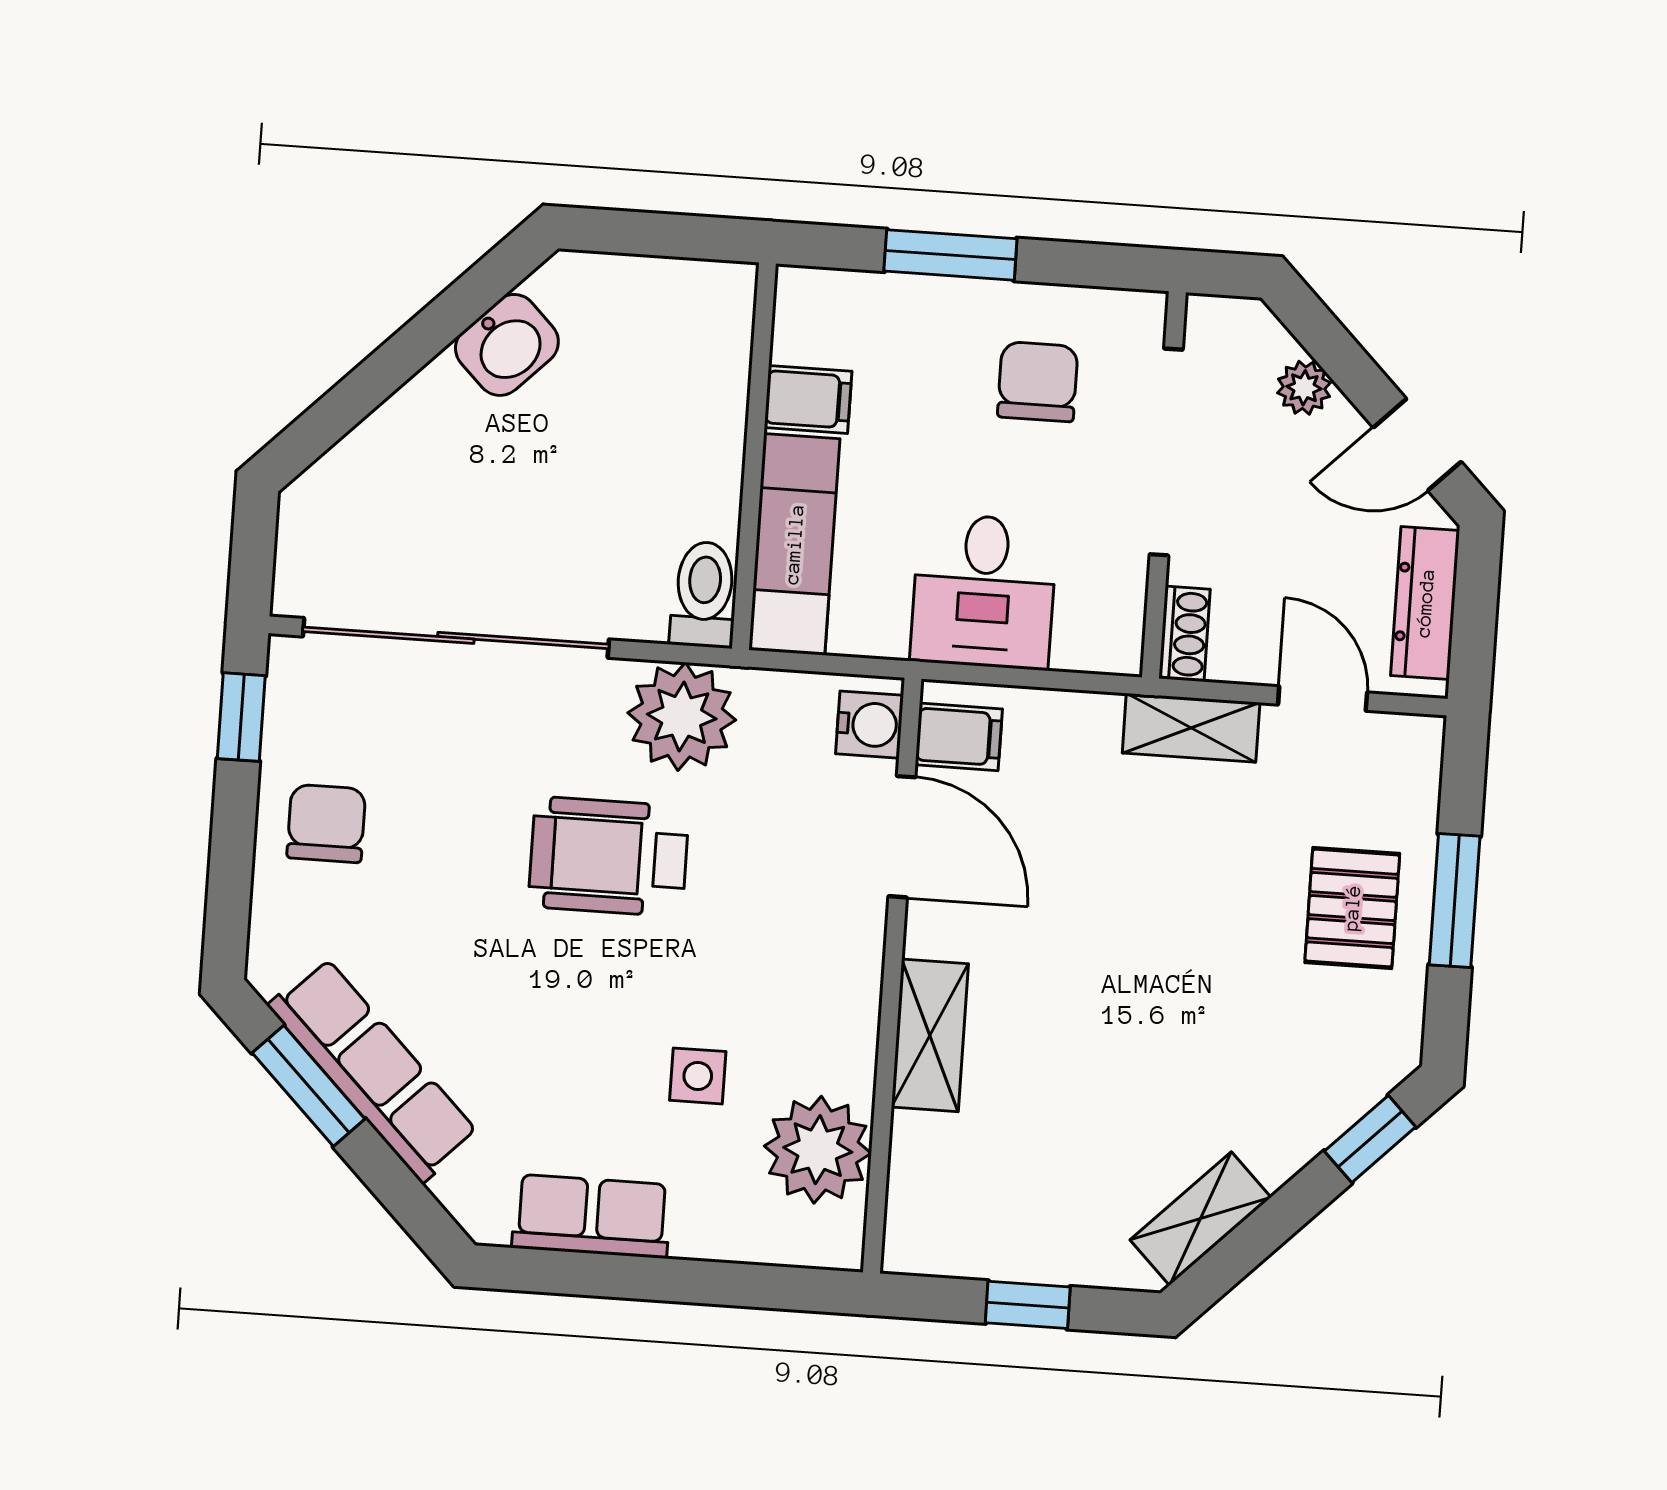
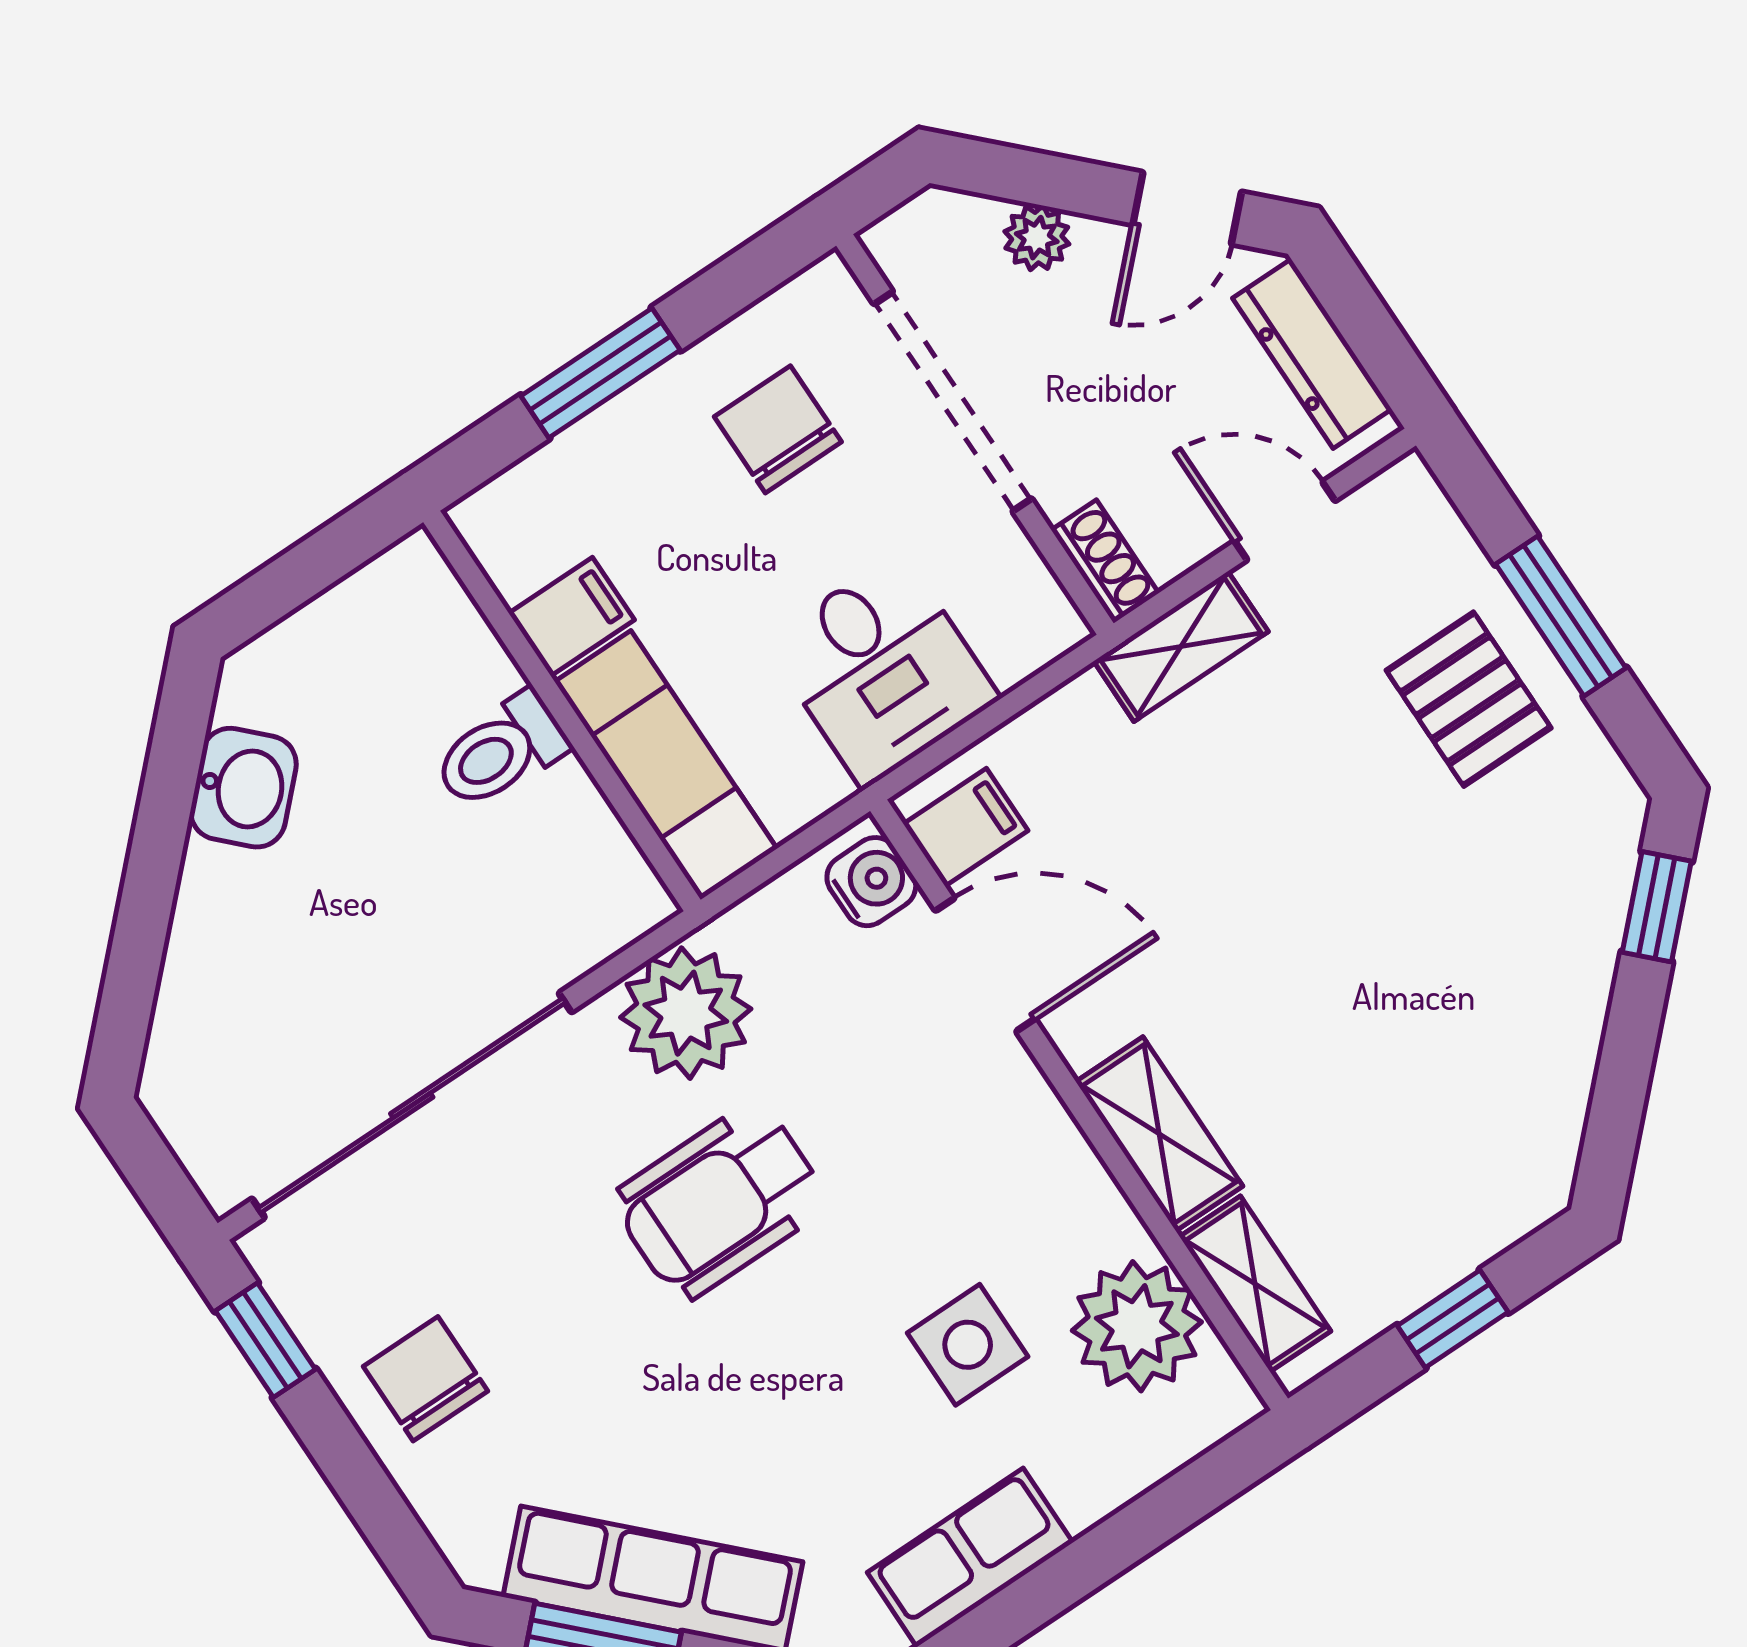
toilet: (704, 594) -> (501, 751), moved, turned -90
side table: (698, 1076) -> (968, 1345), width x1.37, depth x1.37
shelving: (1201, 1219) -> (1255, 1284), moved, turned -45

